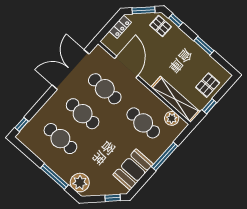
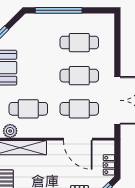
window: (22, 125) -> (117, 27), removed
window: (54, 177) -> (59, 10), width x1.46
plant: (80, 183) -> (36, 23), removed

